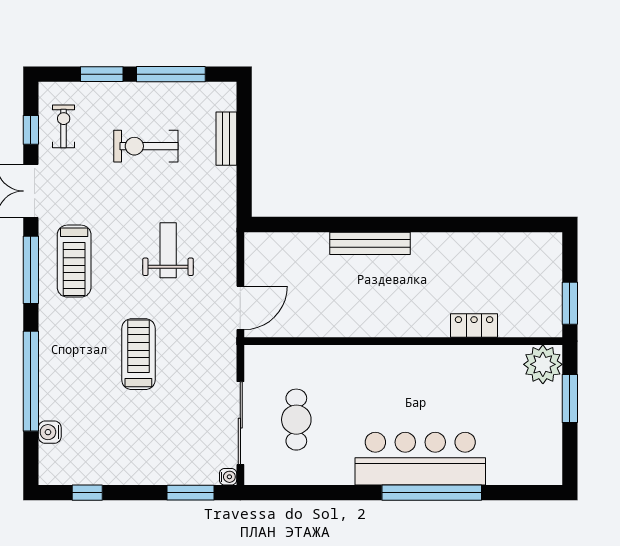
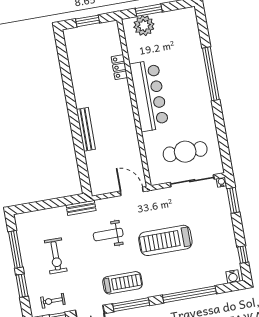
bench: (226, 139) -> (81, 208), moved
window: (570, 303) -> (88, 21), moved
treadmill: (138, 354) -> (165, 240), width x1.37, depth x1.38
plant: (543, 364) -> (144, 26), moved
cafe table: (296, 420) -> (185, 152), width x1.37, depth x1.35
water cooler: (50, 432) -> (233, 277), moved
bar counter: (420, 459) -> (149, 96), moved, turned 180

